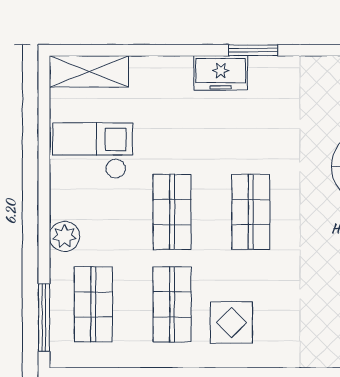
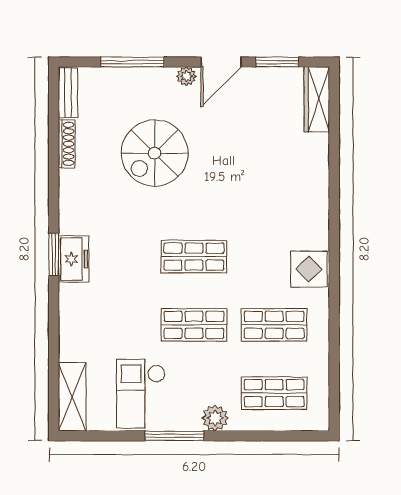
freezer: (221, 73) -> (73, 259), moved
window: (44, 318) -> (174, 436), moved
display table: (231, 323) -> (309, 269), moved

